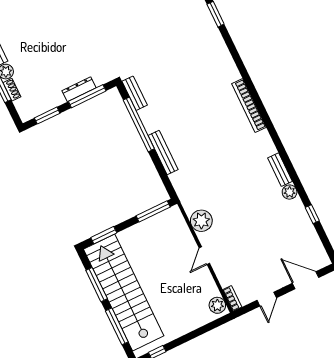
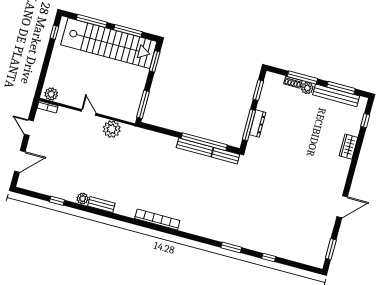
bench: (163, 153) -> (195, 147), moved

